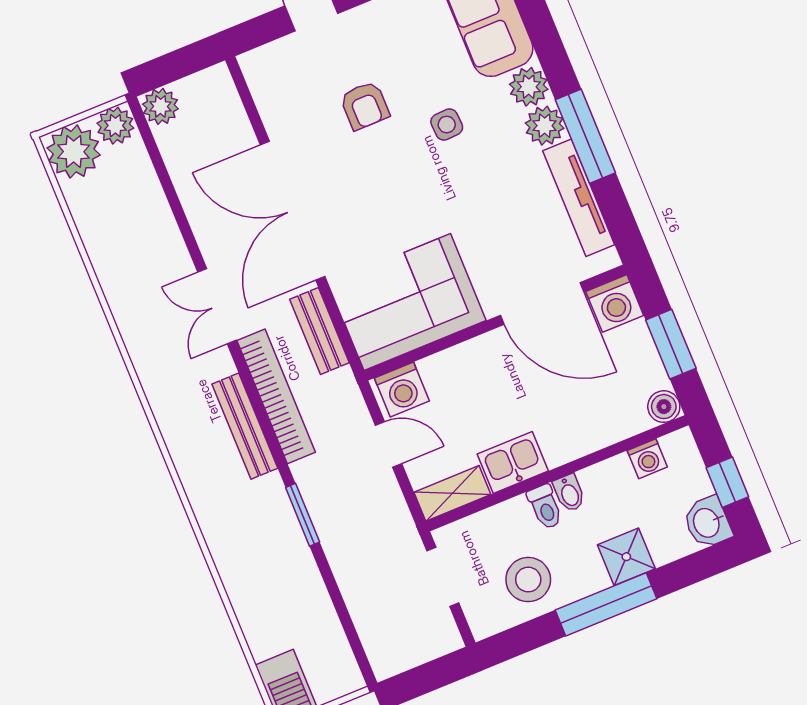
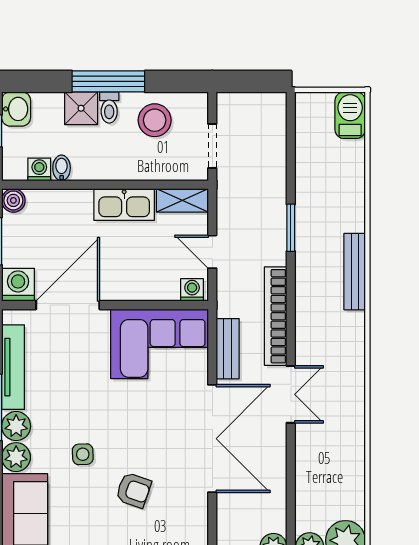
armchair: (365, 106) -> (133, 490), turned 109
door: (542, 303) -> (68, 305), hinge flipped
washing machine: (402, 389) -> (192, 290), width x0.73, depth x0.73
bench: (245, 426) -> (355, 272), moved
kitchen sink: (513, 462) -> (124, 205), width x1.38
bidet: (569, 493) -> (62, 168), moved
toilet: (545, 507) -> (109, 107), moved, turned 180

